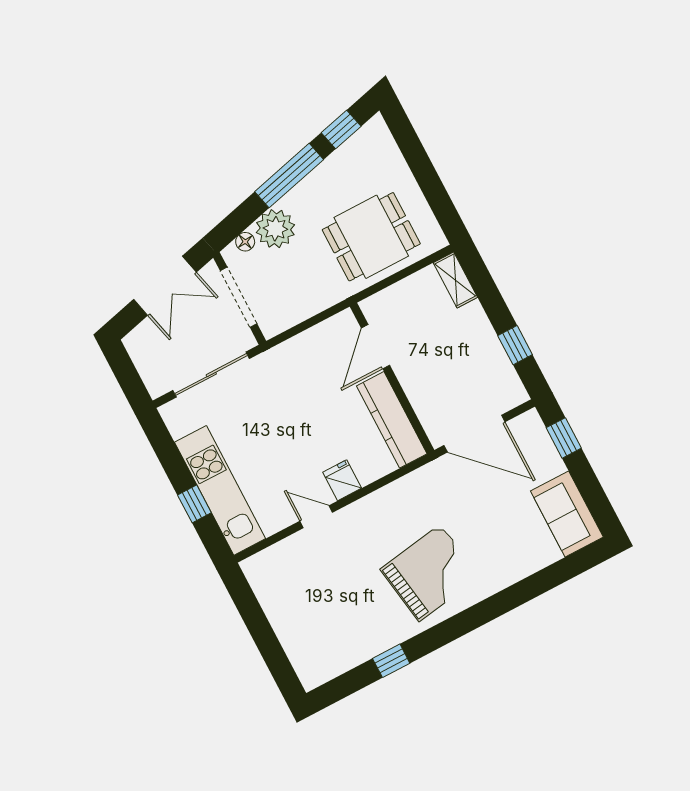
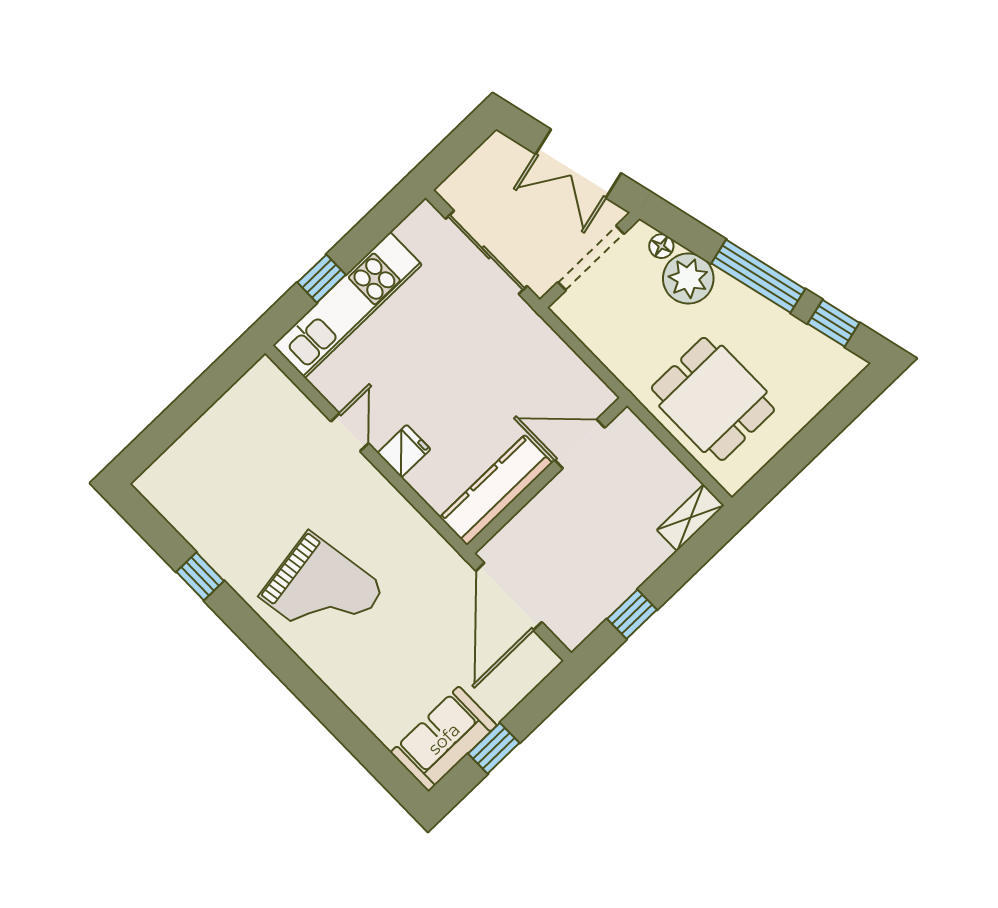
window: (564, 438) -> (494, 748), moved

